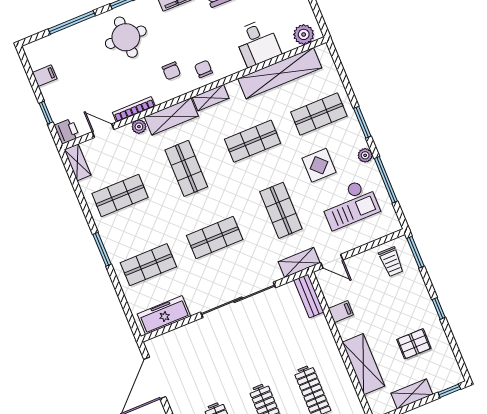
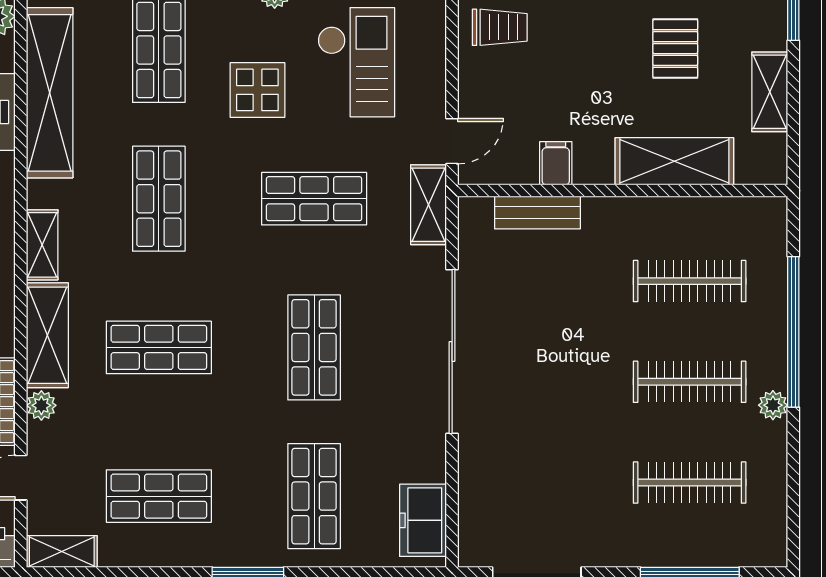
shop shelf: (120, 196) -> (159, 496), turned 90
bench: (309, 296) -> (537, 213), moved
freezer: (164, 315) -> (423, 520), width x0.71

